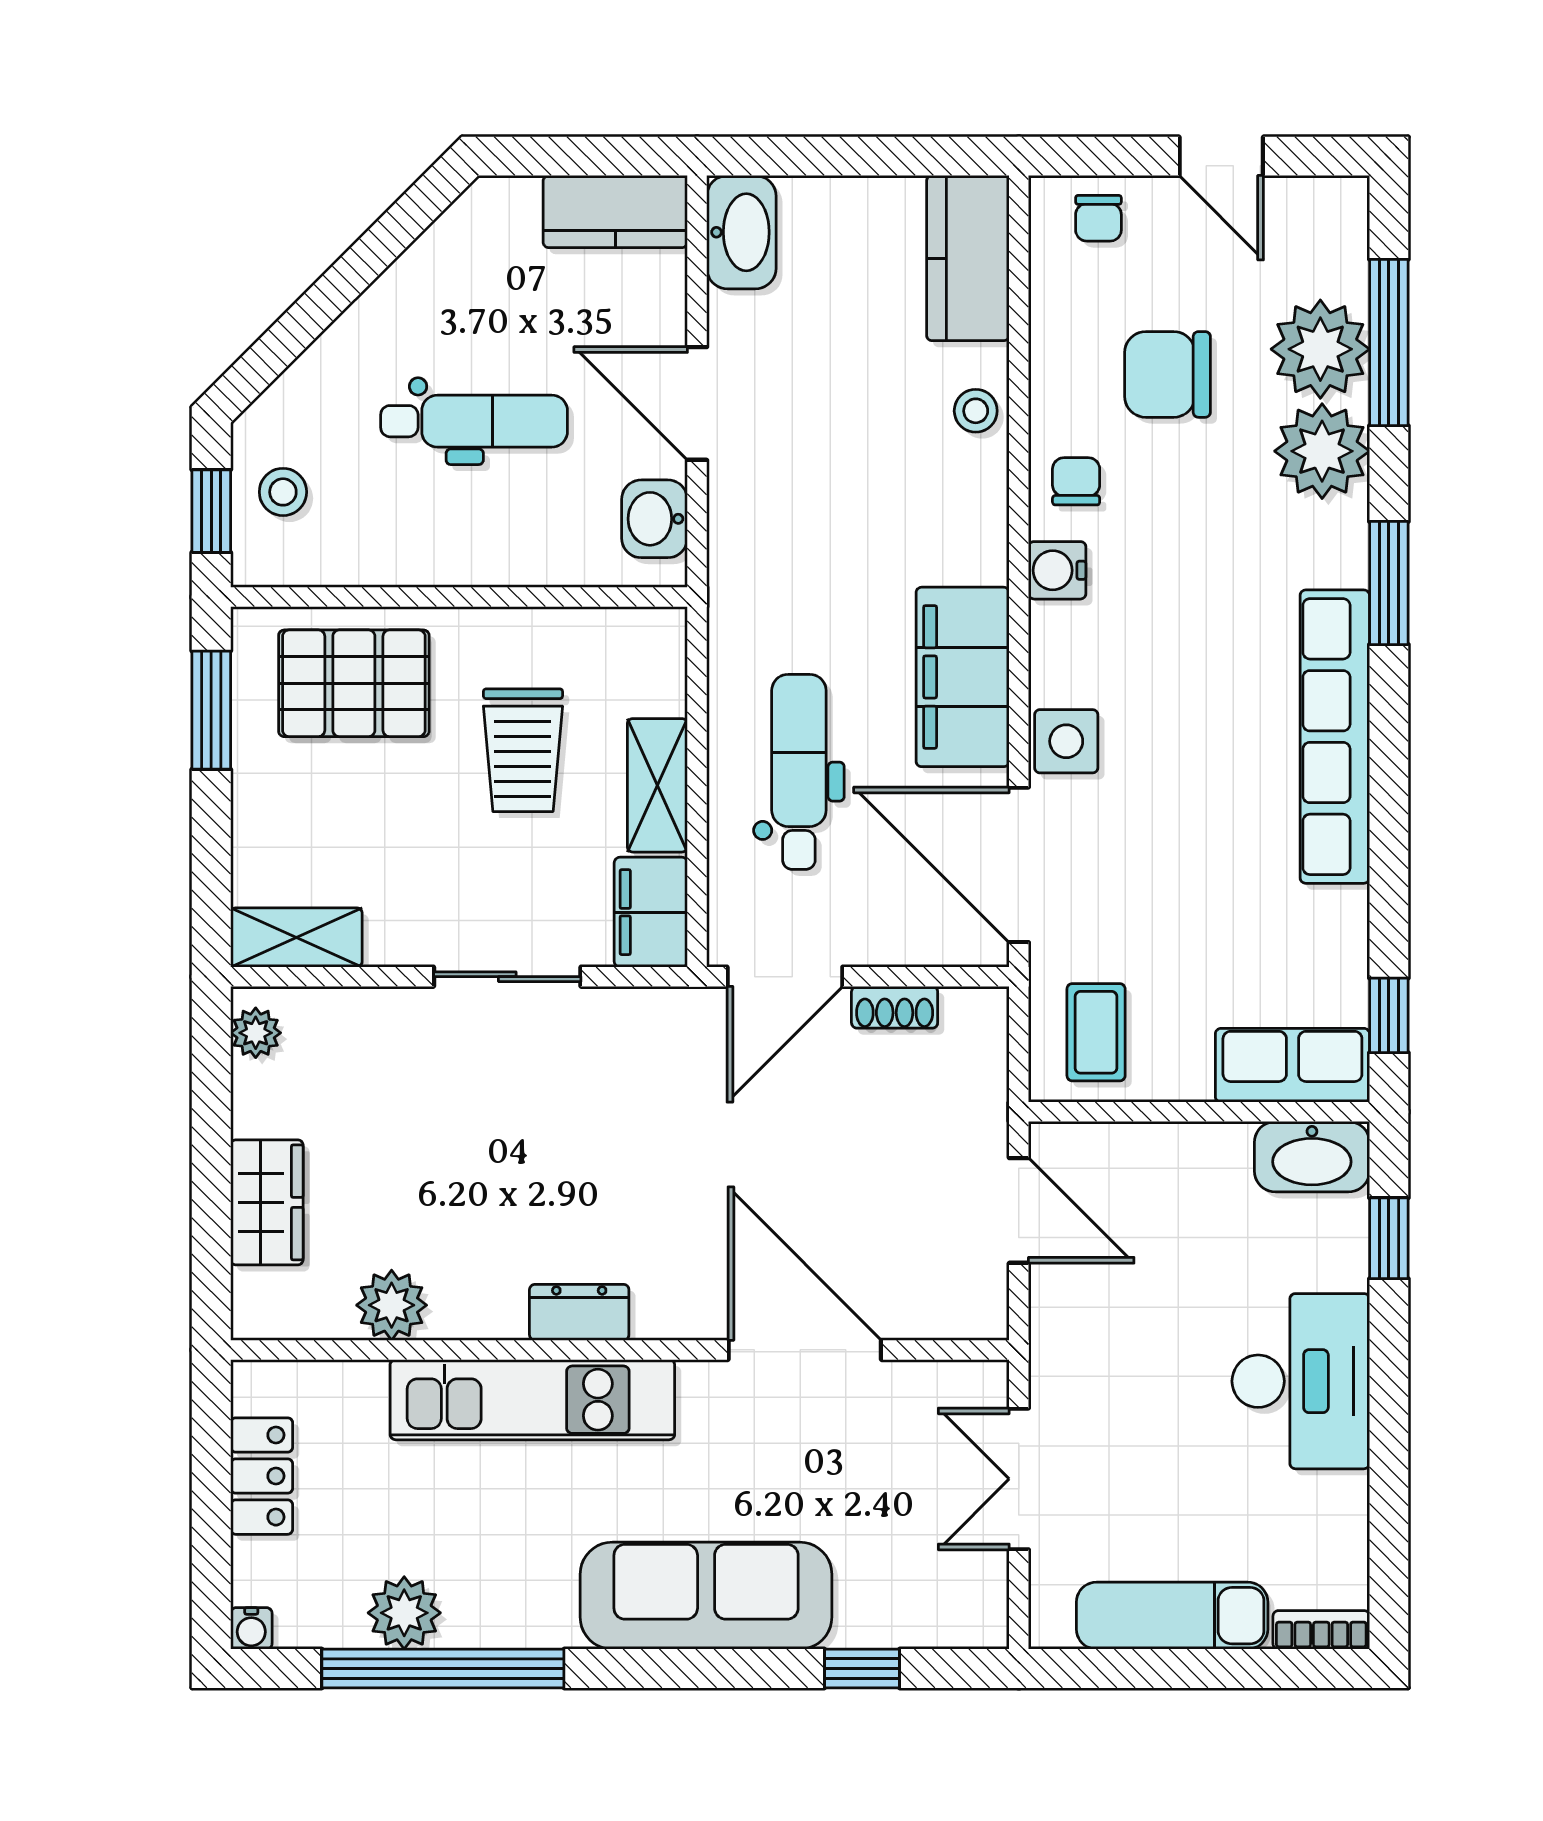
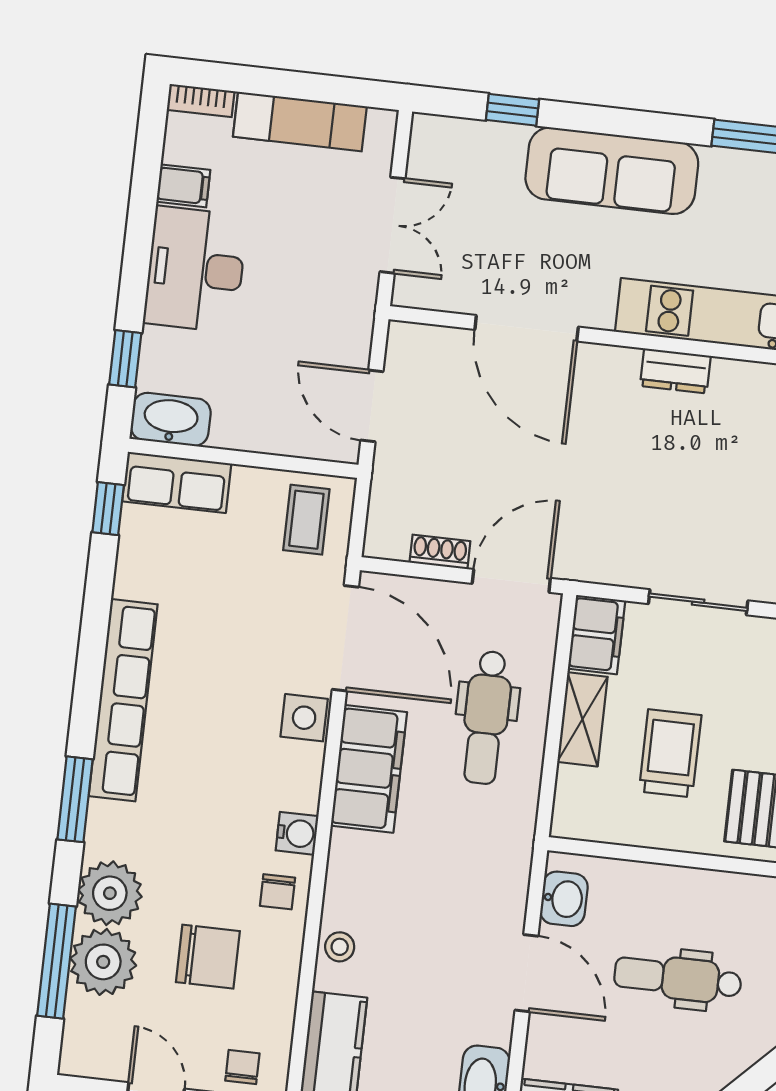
filing cabinet: (1332, 1502) -> (183, 186), added

